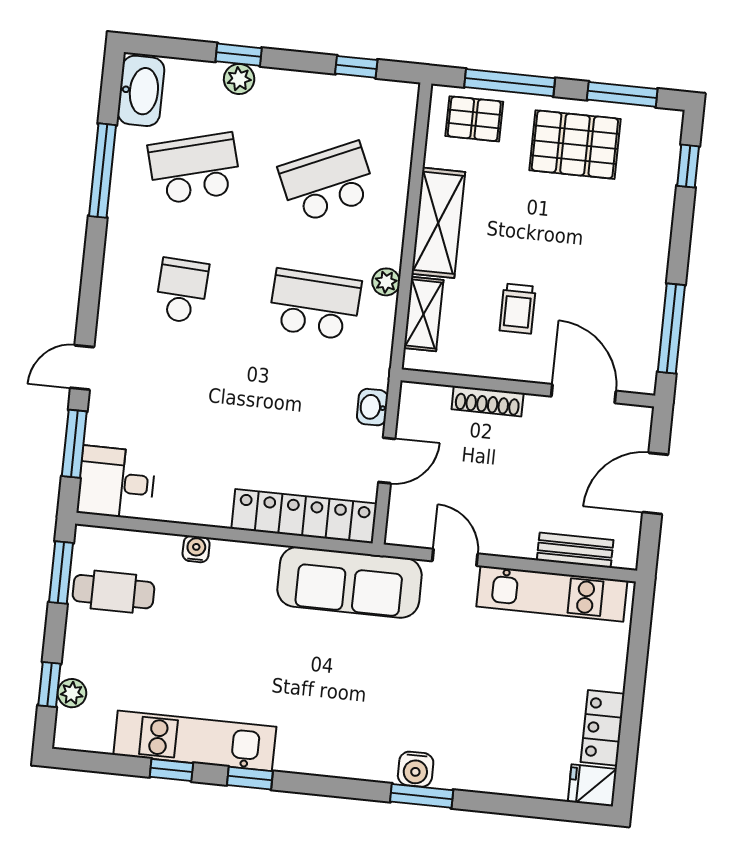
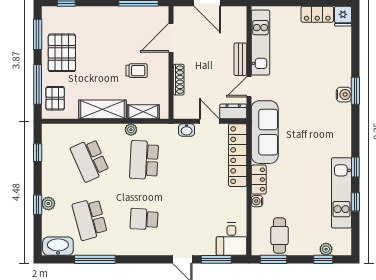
dresser: (404, 516) -> (233, 111), added
bench: (575, 550) -> (240, 59), moved
locker: (244, 558) -> (259, 179), added

